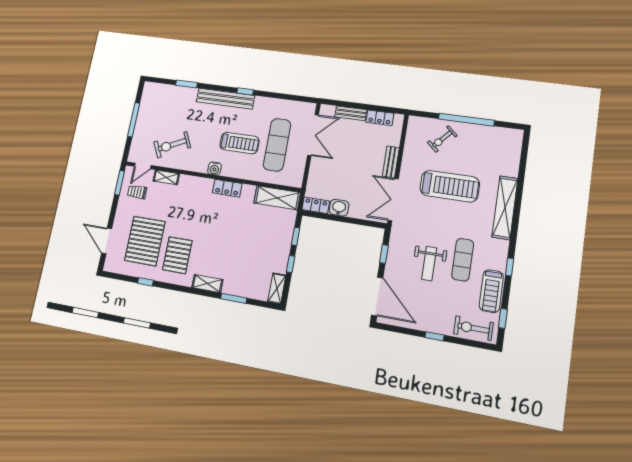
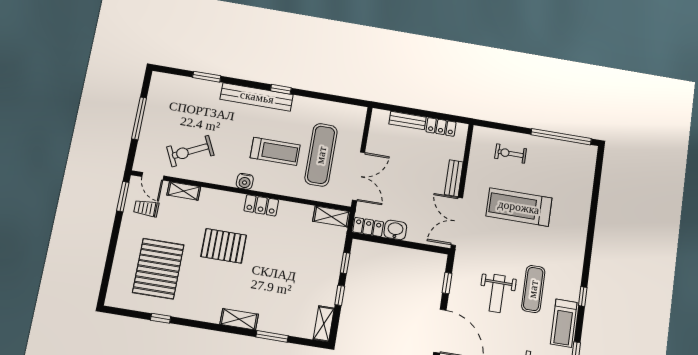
window: (466, 120) -> (561, 137), moved
double door: (313, 135) -> (359, 176), moved
exercise bike: (442, 139) -> (511, 154), turned 48
door: (143, 166) -> (153, 176), hinge flipped
treadmill: (450, 186) -> (519, 207), turned 180
shelving: (277, 198) -> (331, 216), width x0.67, depth x0.75
shelving: (505, 208) -> (578, 232), removed
door: (107, 241) -> (108, 268), removed
pallet: (177, 255) -> (224, 246), moved, turned 90

